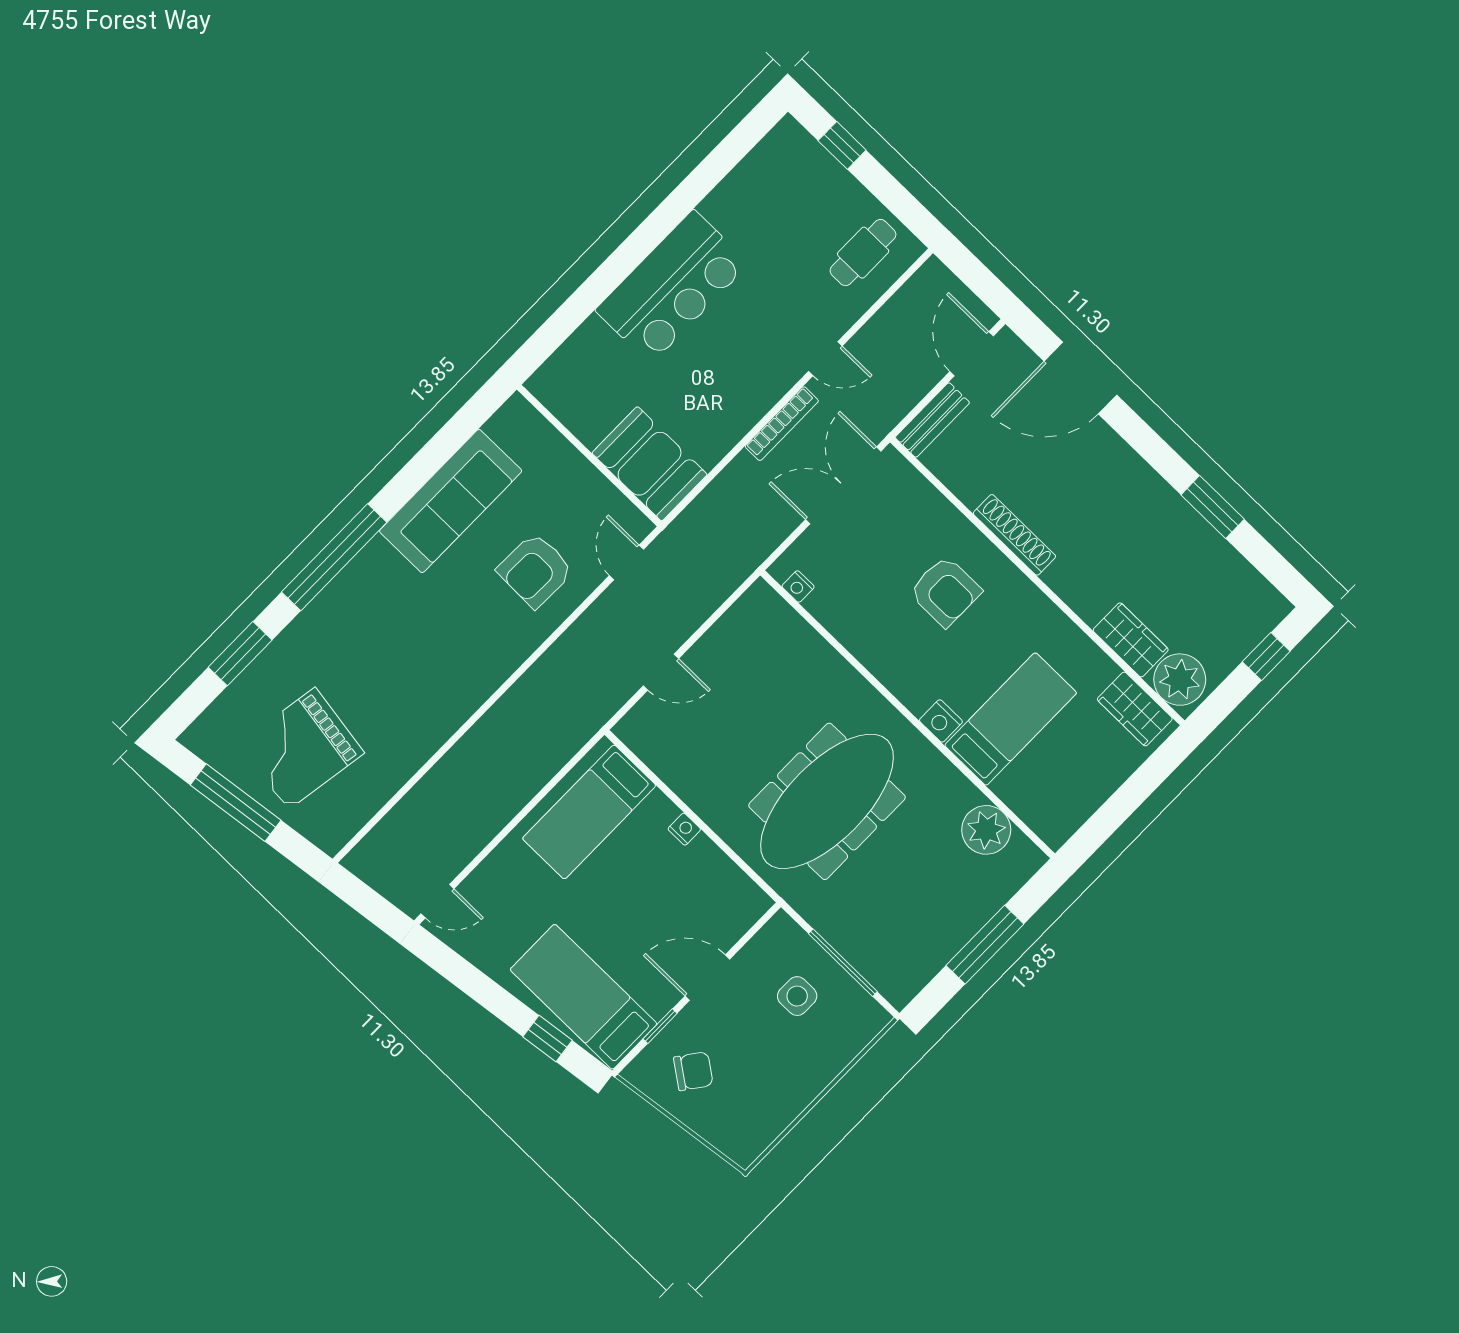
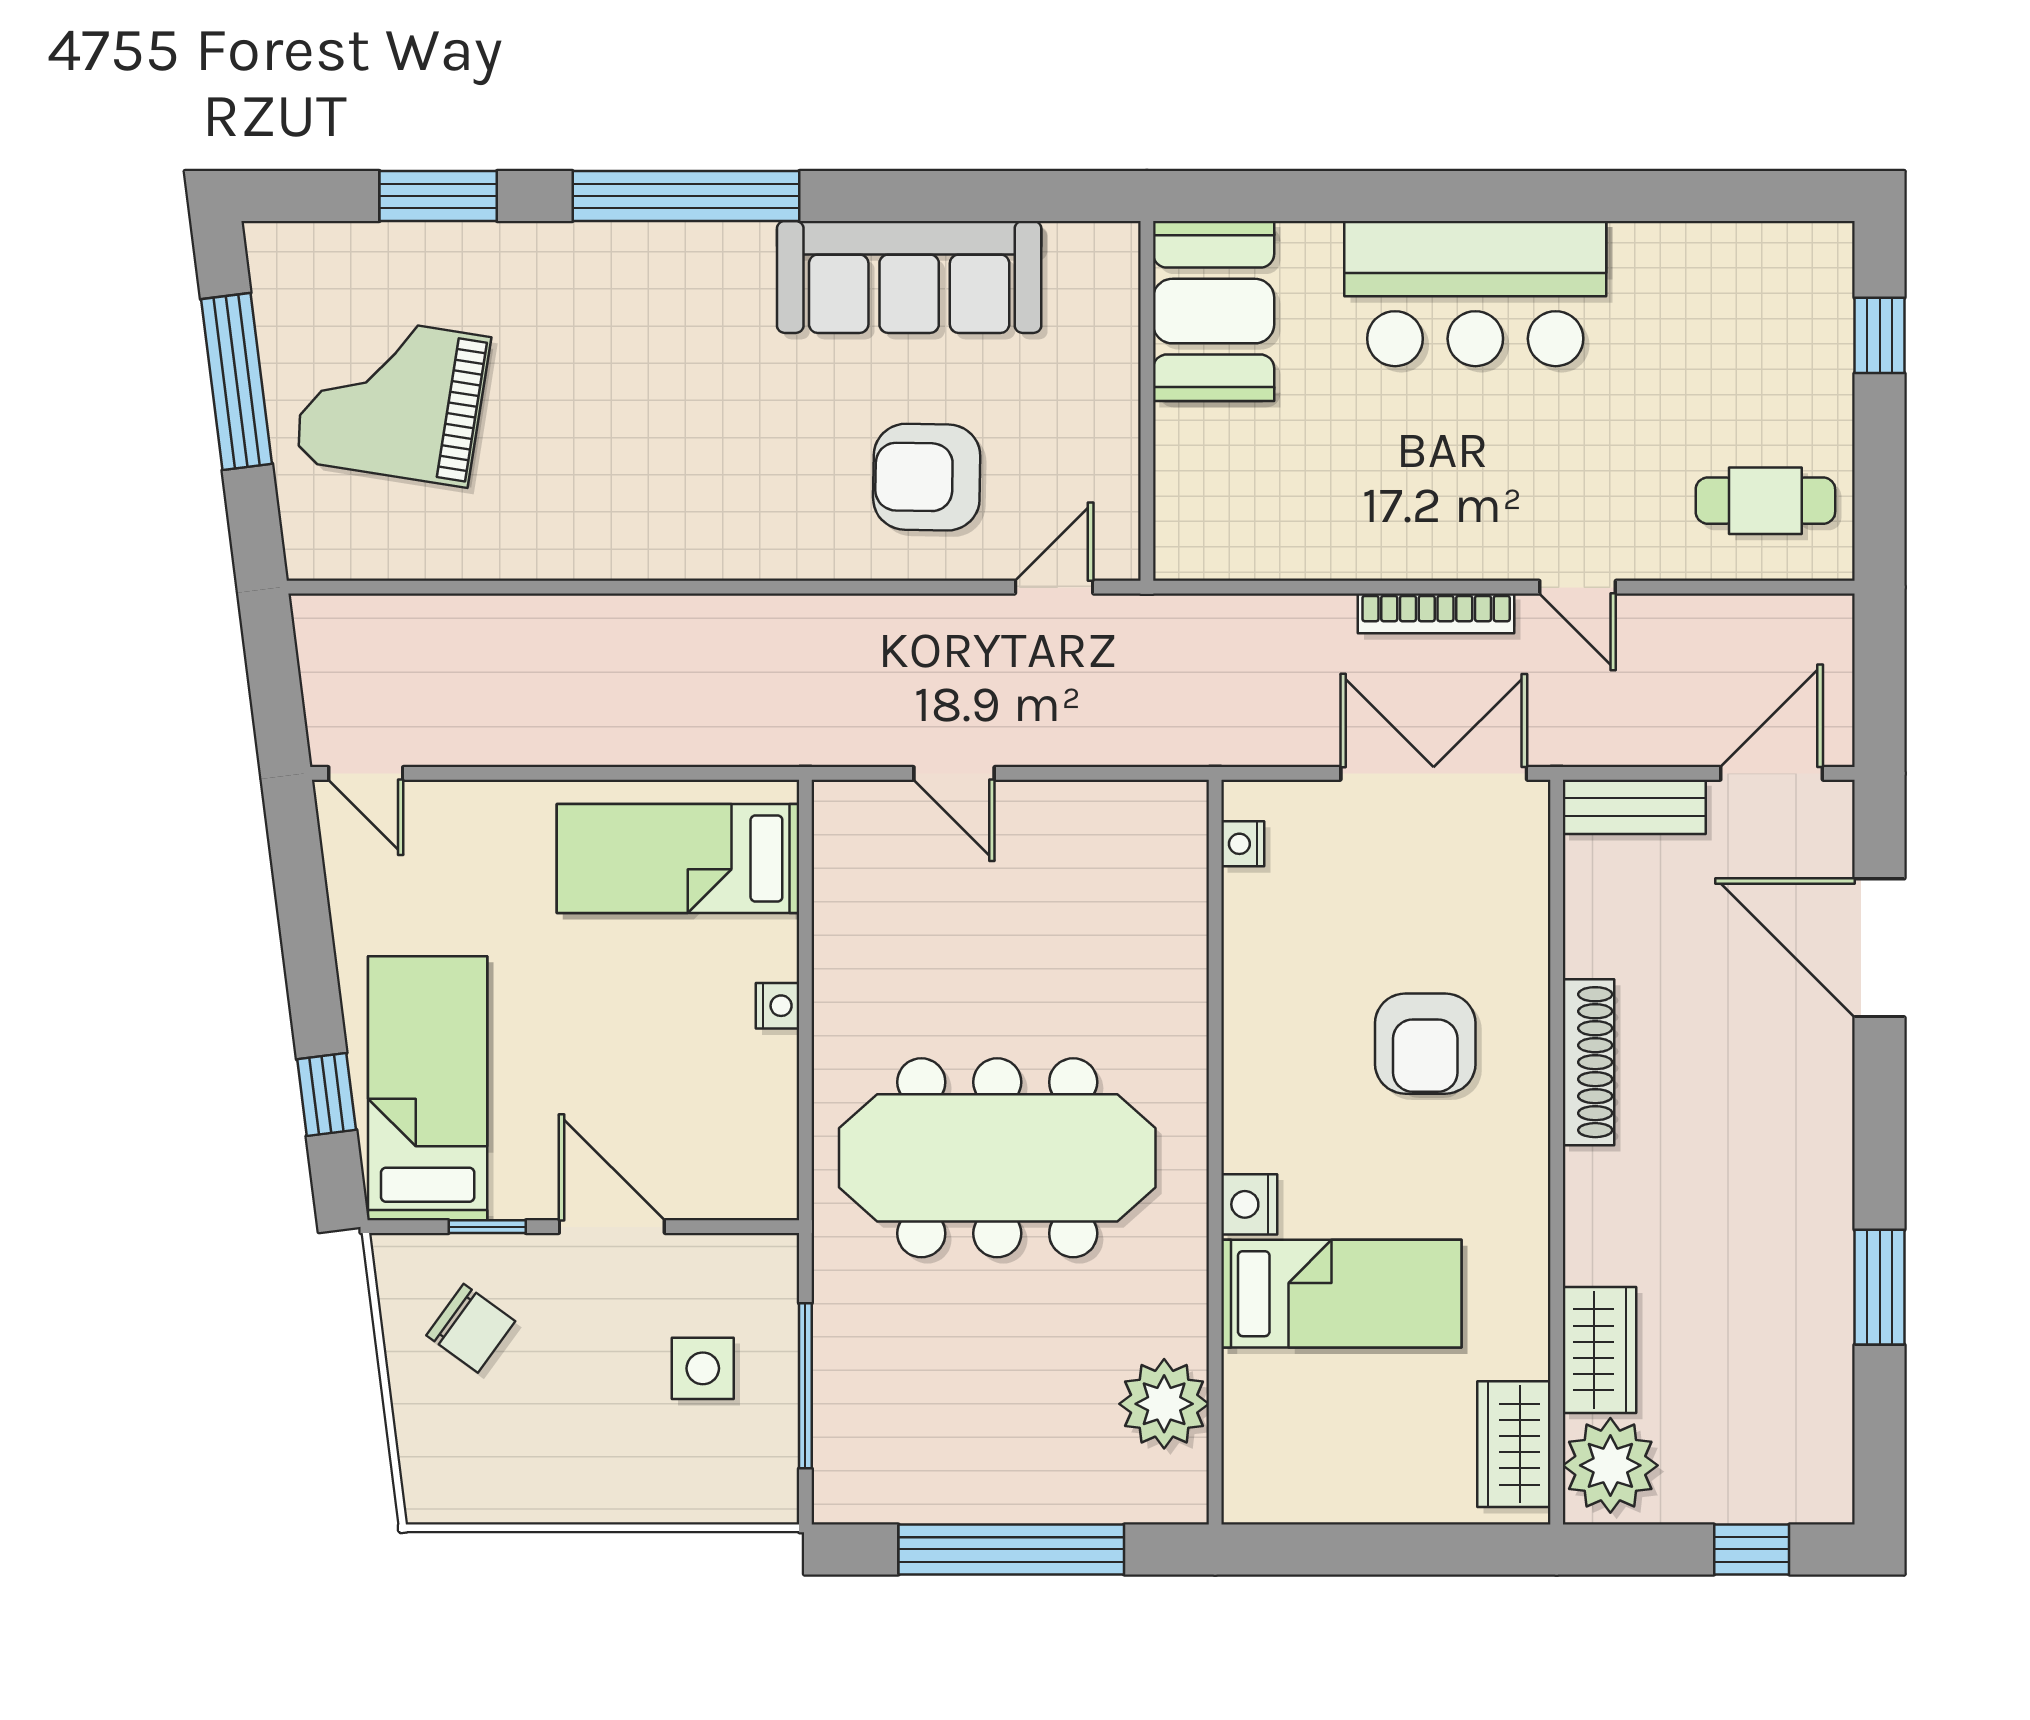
booth: (650, 464) -> (1214, 311), moved
window: (985, 945) -> (1011, 1549), width x1.46

